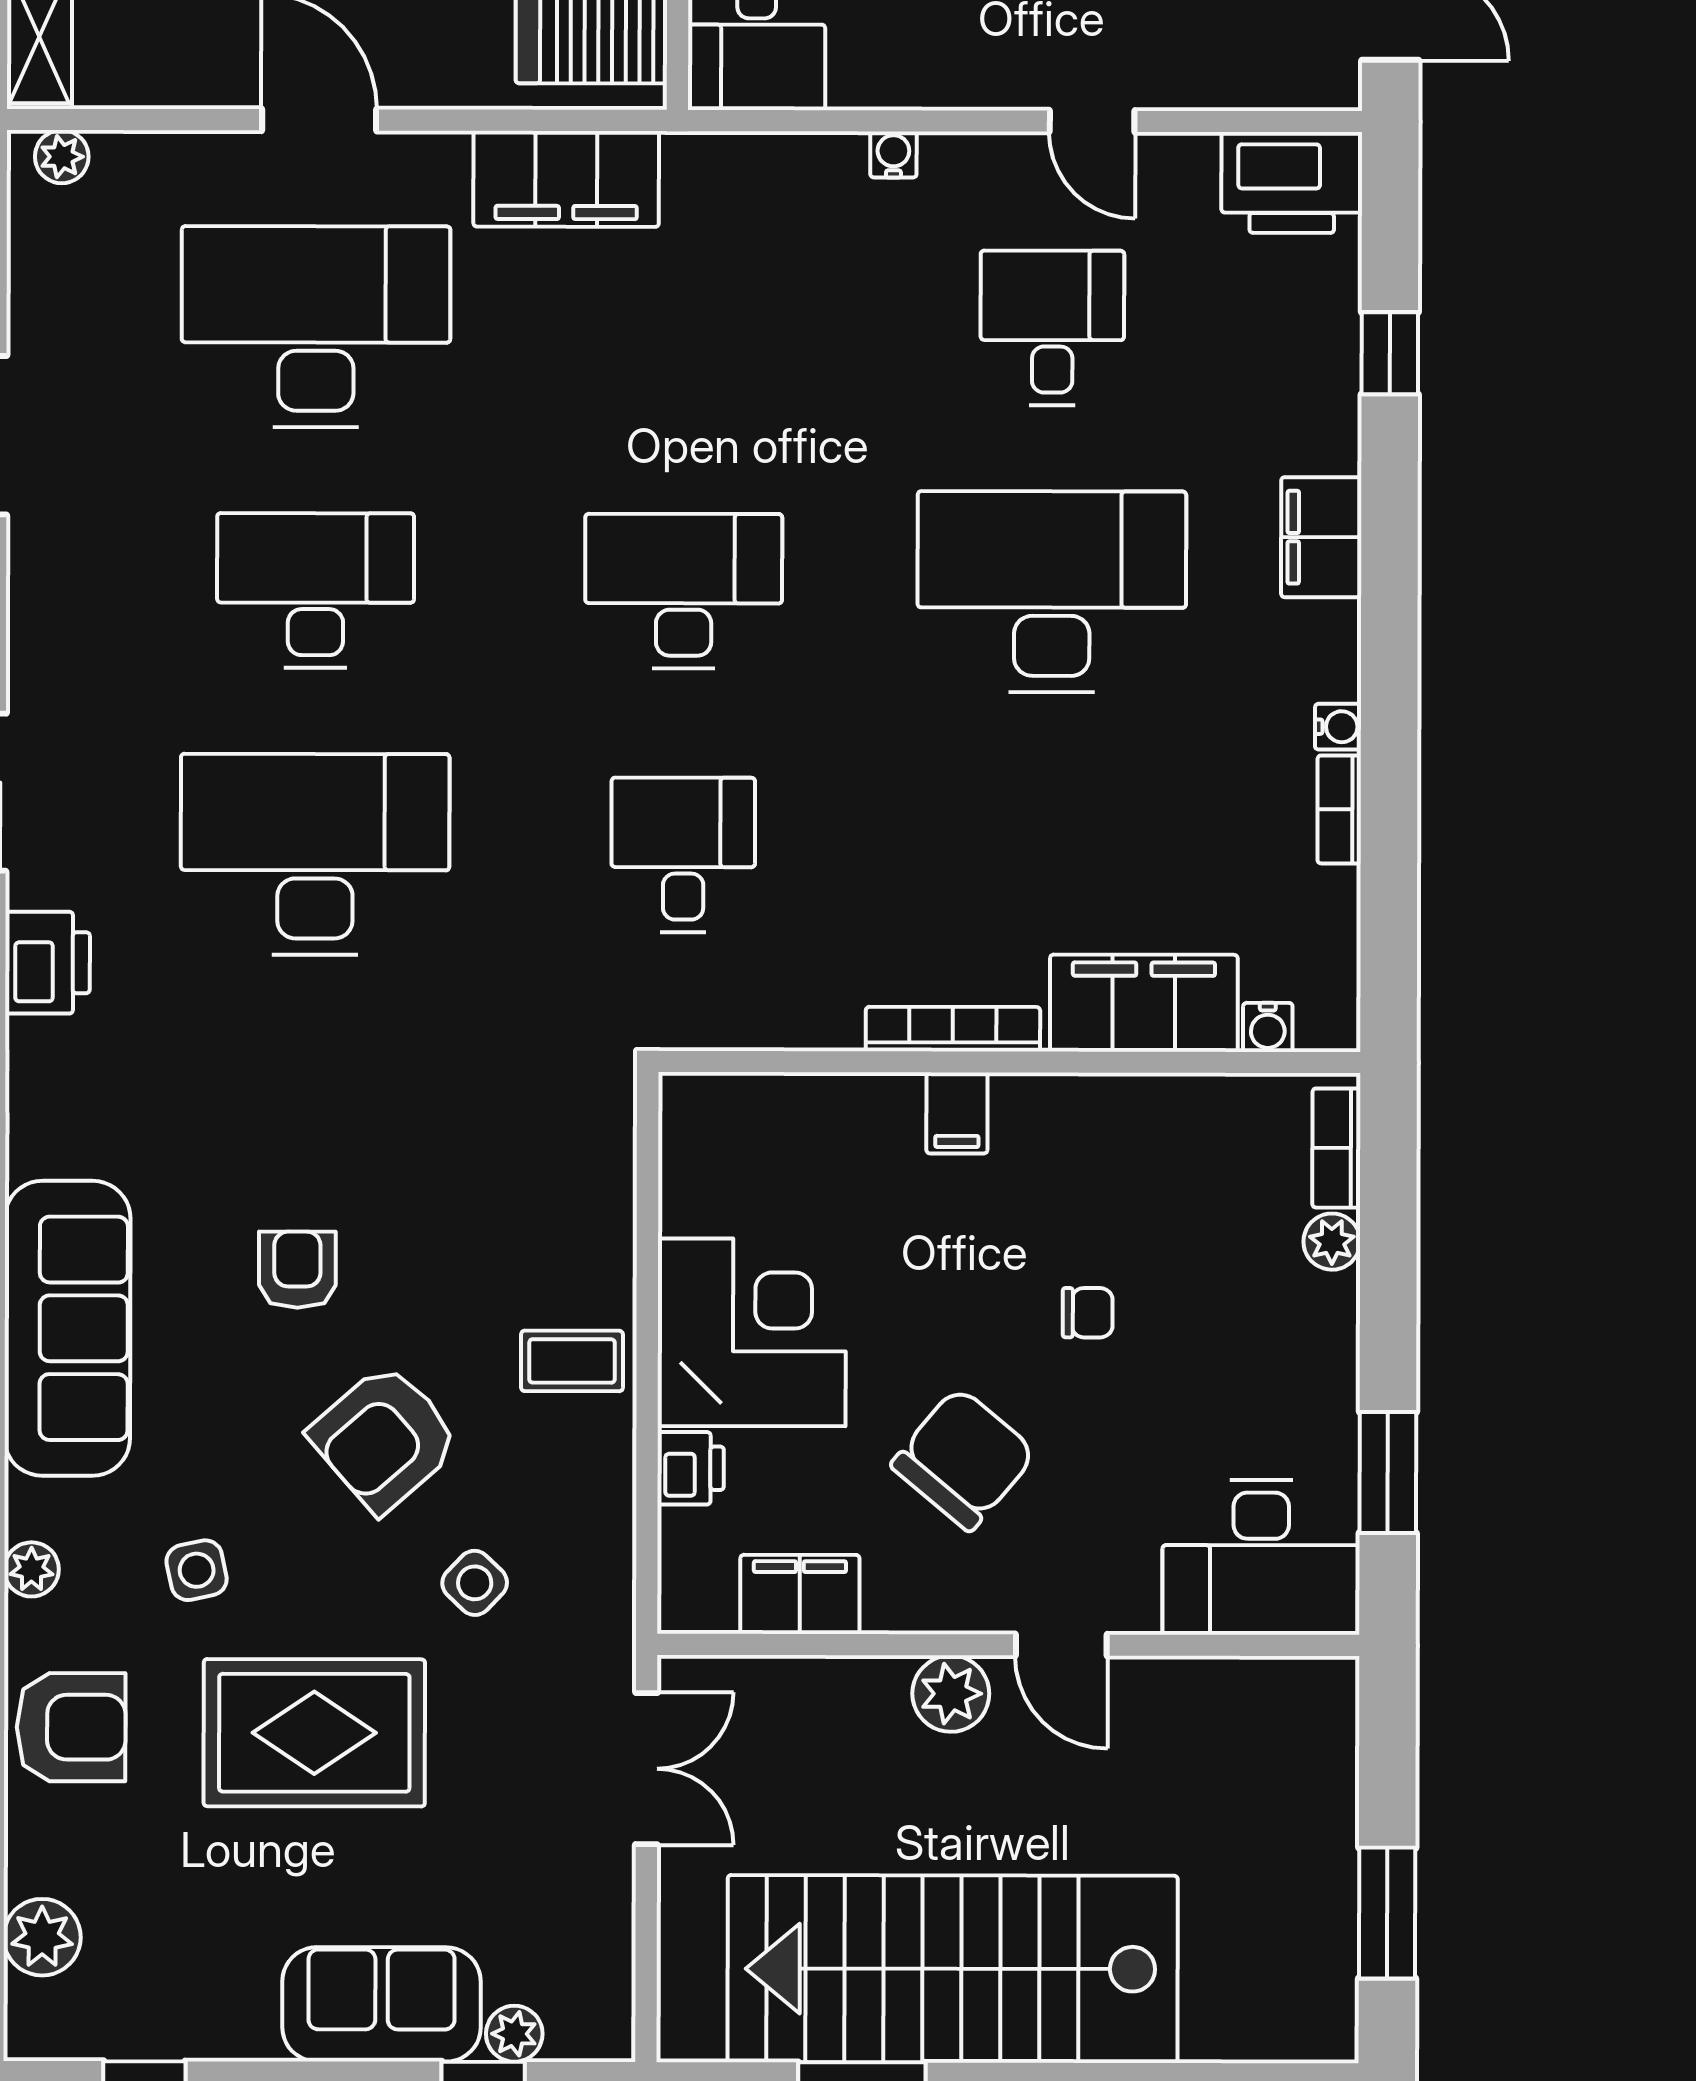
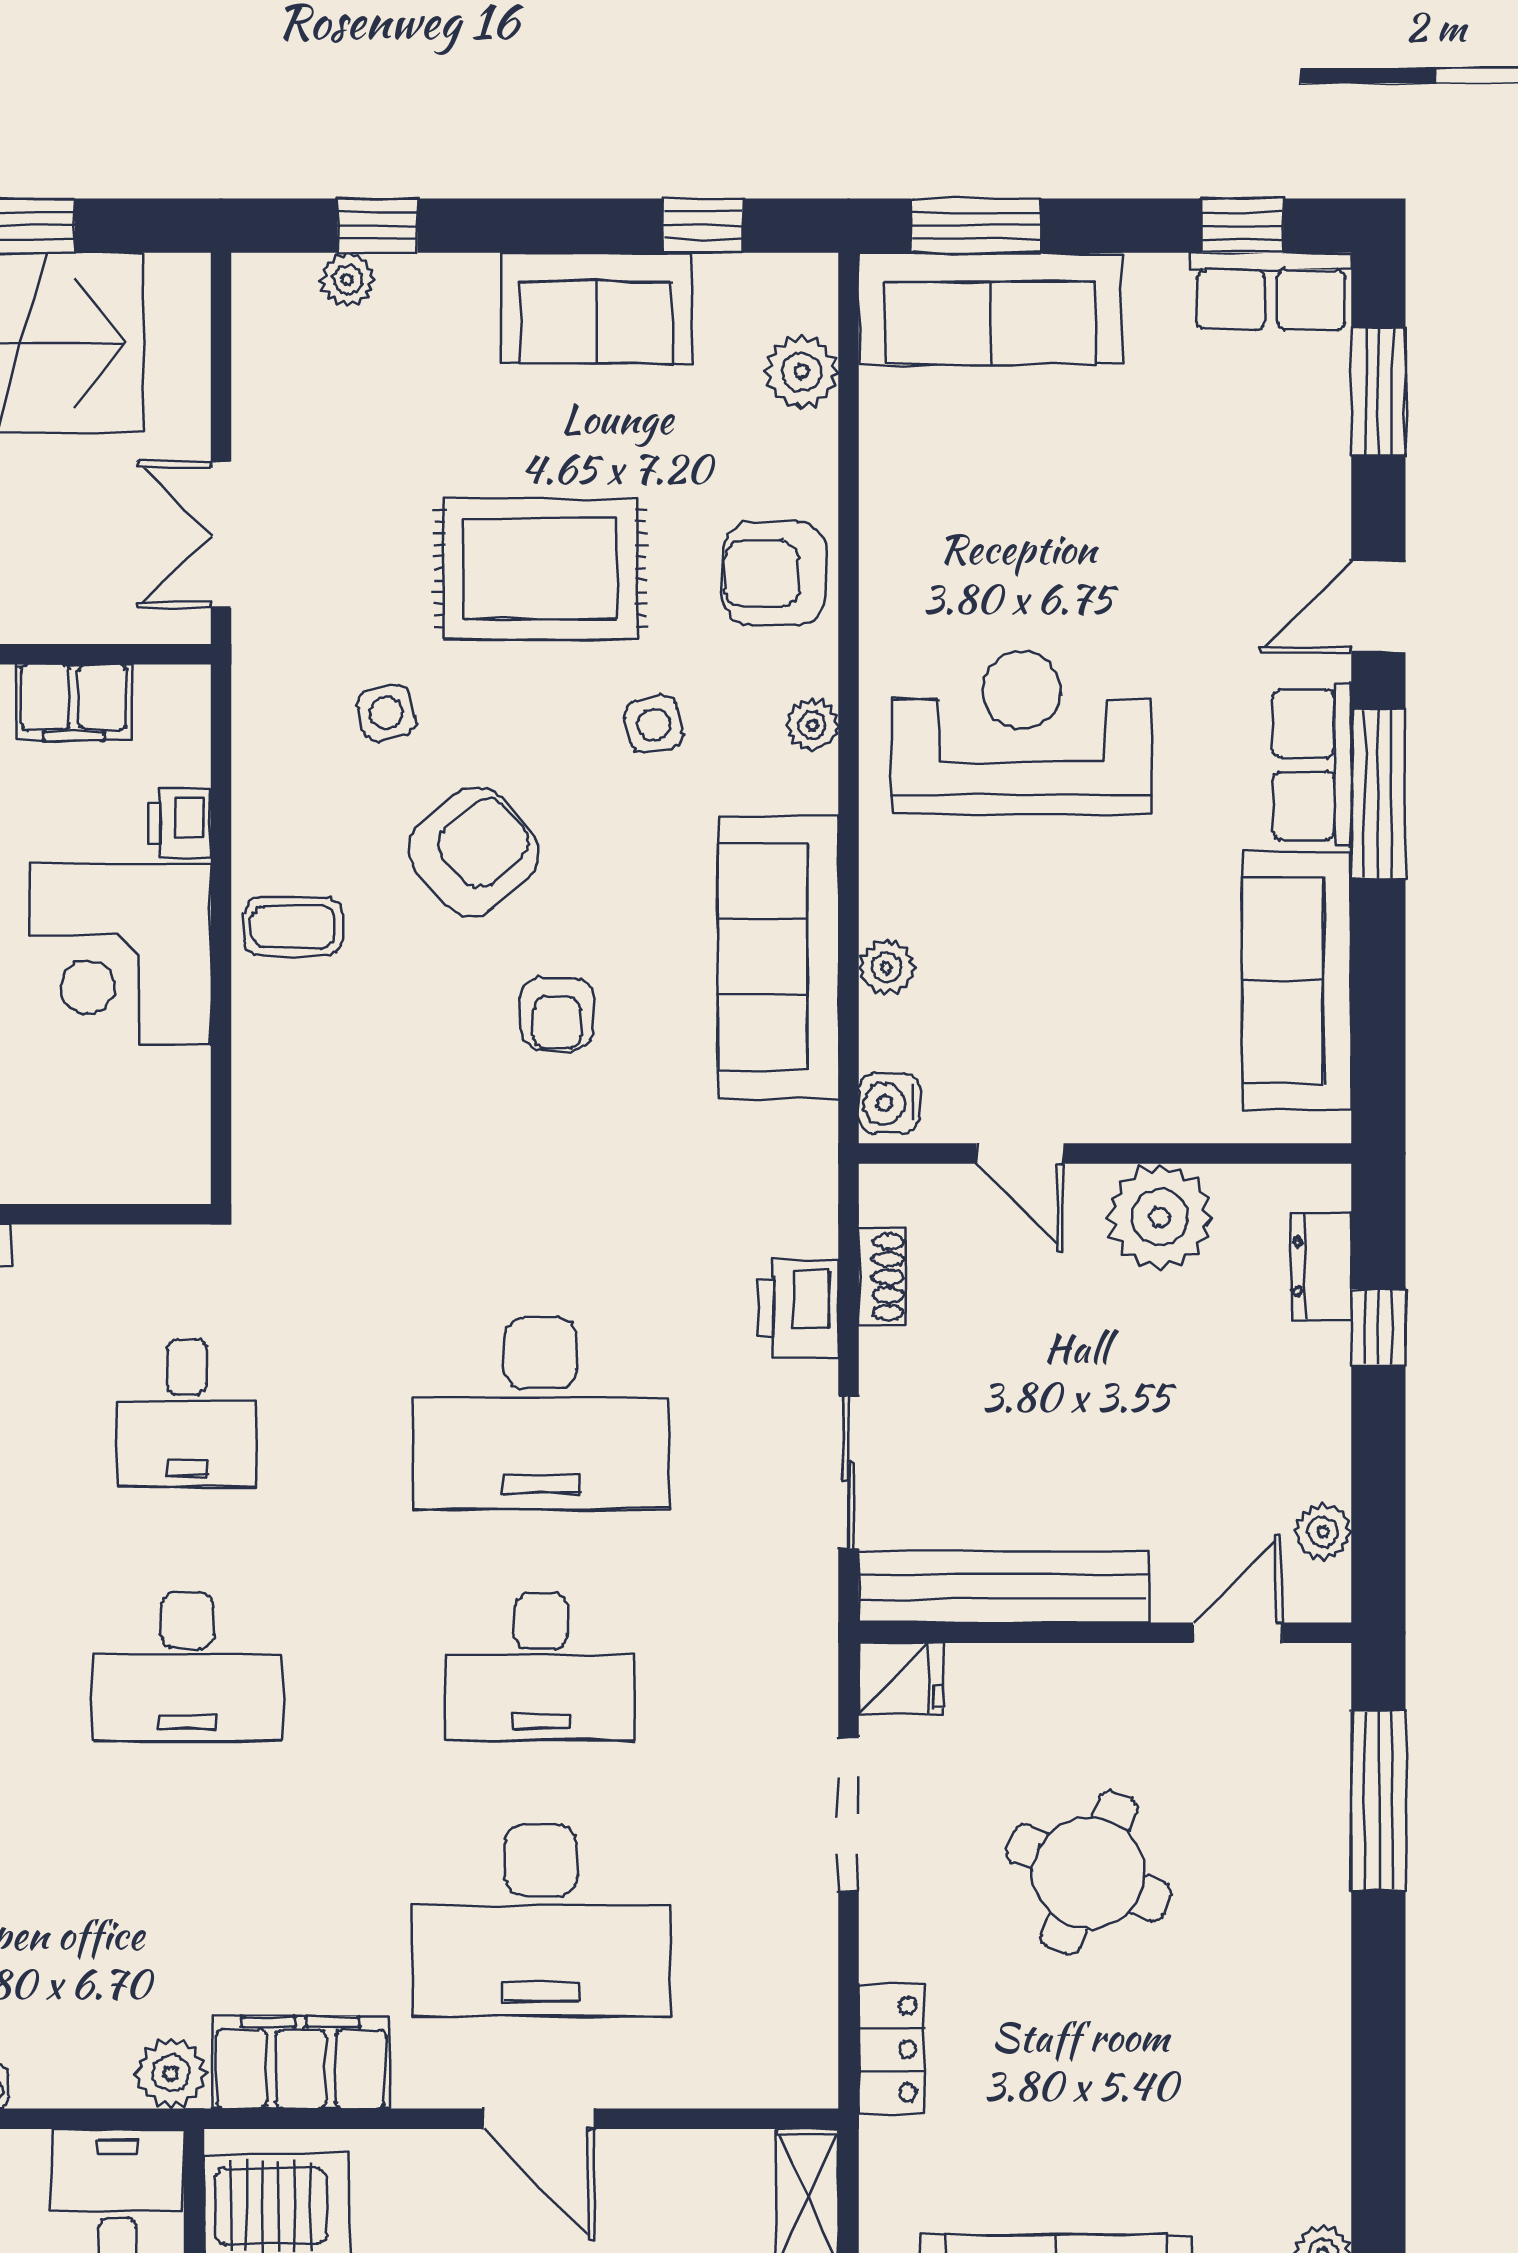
plant: (62, 157) -> (171, 2073), moved, width x1.38, depth x1.38
side table: (475, 1583) -> (386, 713), turned 31
sofa: (382, 2004) -> (596, 308), moved

